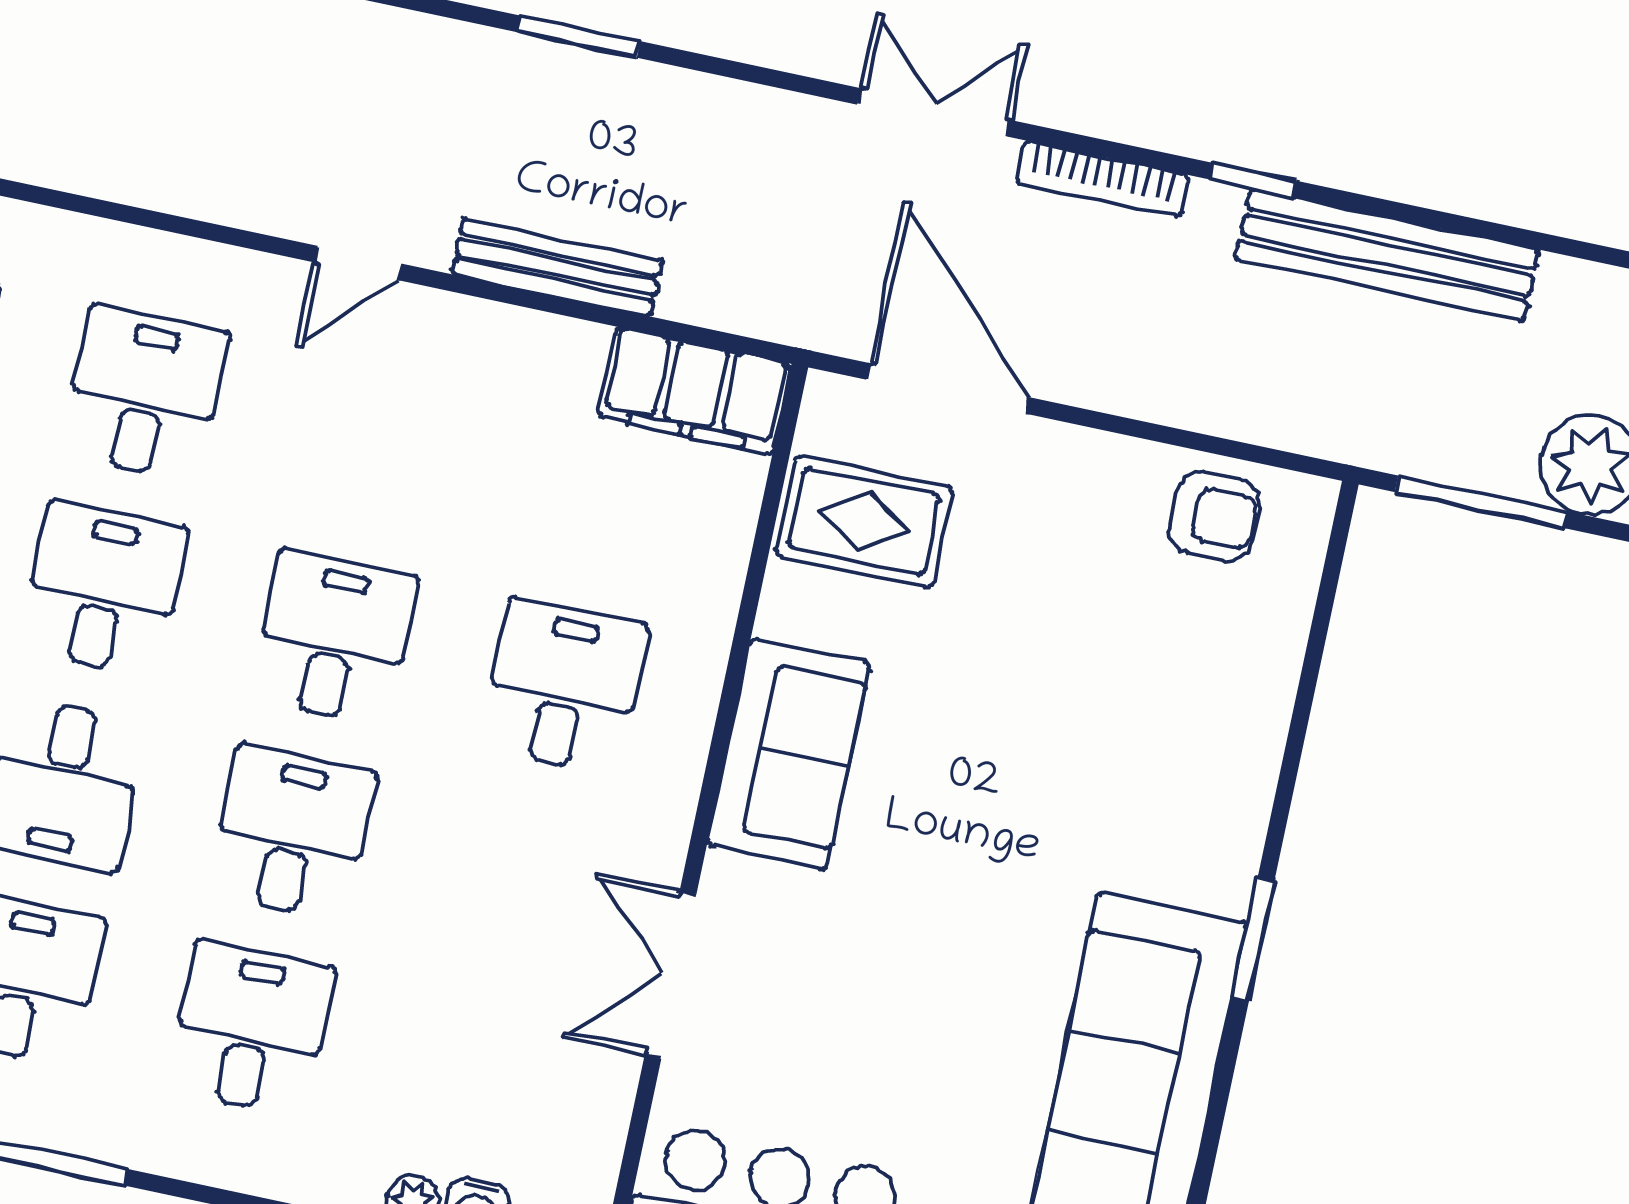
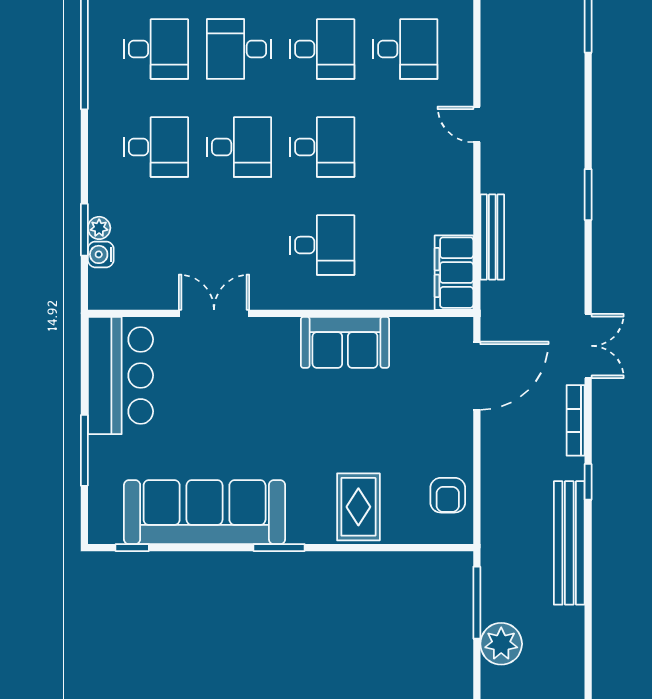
bench: (557, 268) -> (492, 237), moved
rug: (864, 521) -> (358, 507), moved
sofa: (789, 754) -> (345, 342), moved

